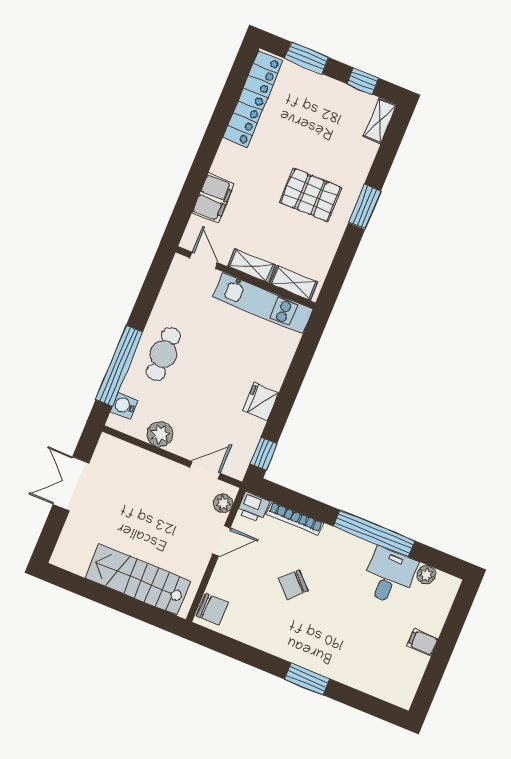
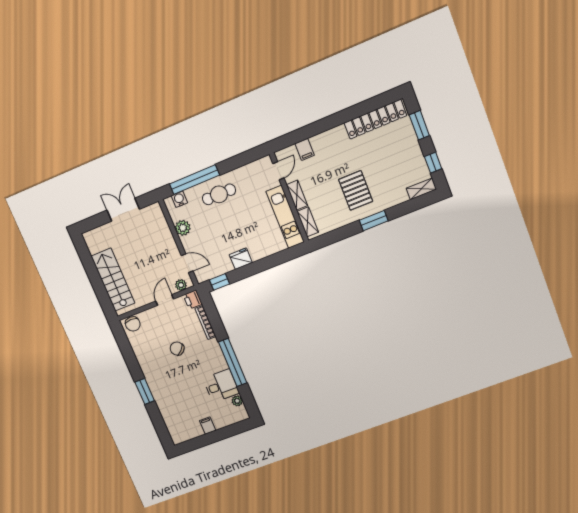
filing cabinet: (213, 198) -> (305, 149), width x0.50
door: (222, 541) -> (165, 300), swing flipped

